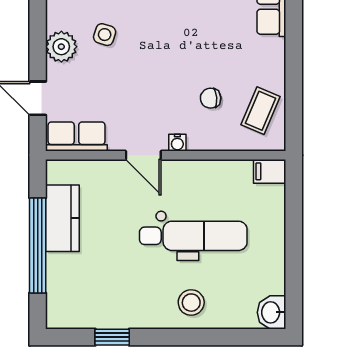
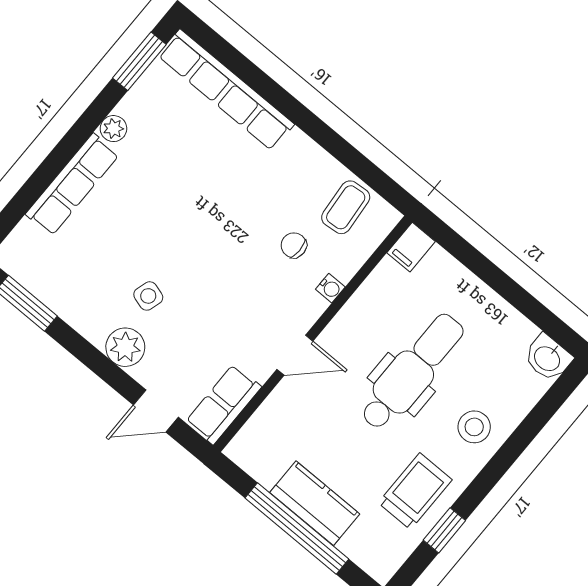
chair: (211, 98) -> (294, 245), turned 95
coffee table: (261, 111) -> (346, 207), turned 62
water cooler: (177, 143) -> (330, 288), moved
kitchen counter: (62, 218) -> (315, 503), moved
trolley: (121, 299) -> (415, 491), added

